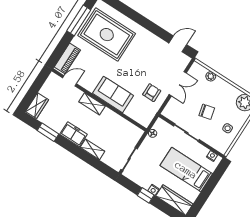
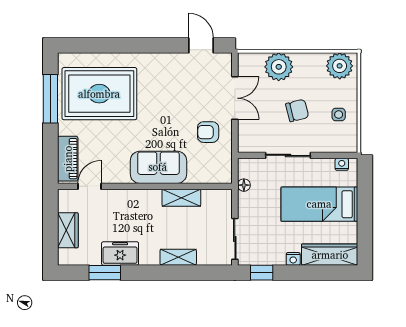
door: (178, 44) -> (201, 45), hinge flipped
plant: (211, 76) -> (279, 67), width x1.87, depth x1.87
armchair: (152, 93) -> (208, 132), turned -90
shelving: (92, 104) -> (181, 198), moved
wardrobe: (37, 106) -> (68, 230), moved
freezer: (74, 134) -> (120, 253), moved
window: (146, 195) -> (262, 273), moved

